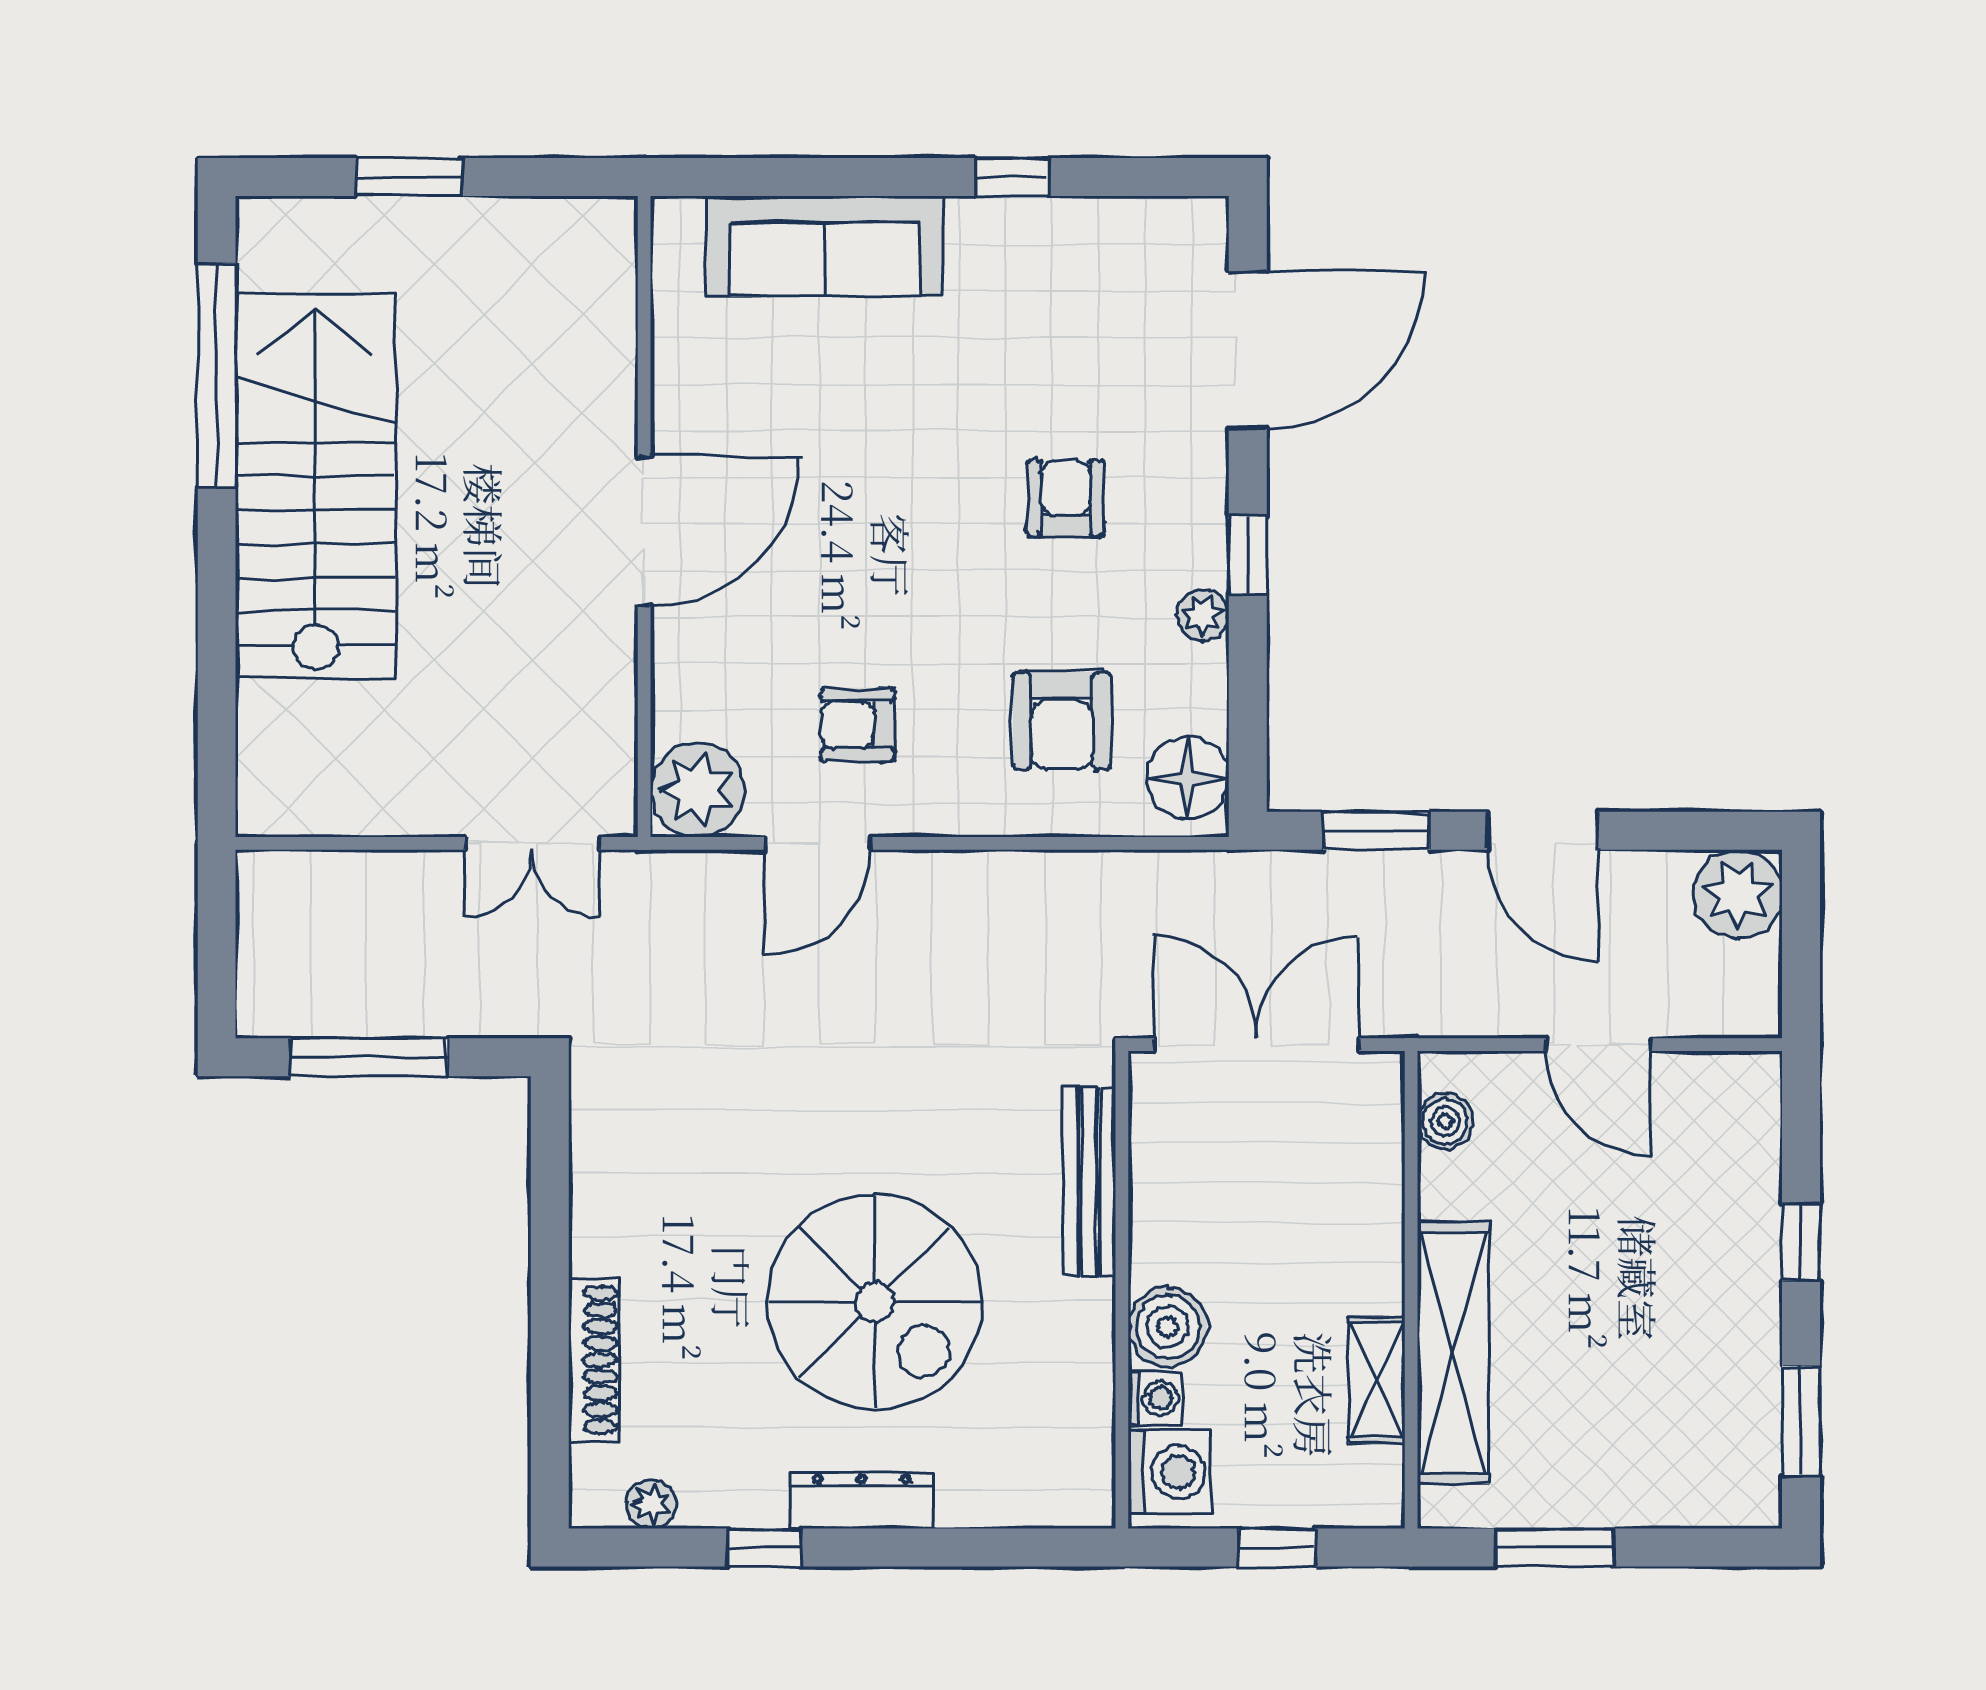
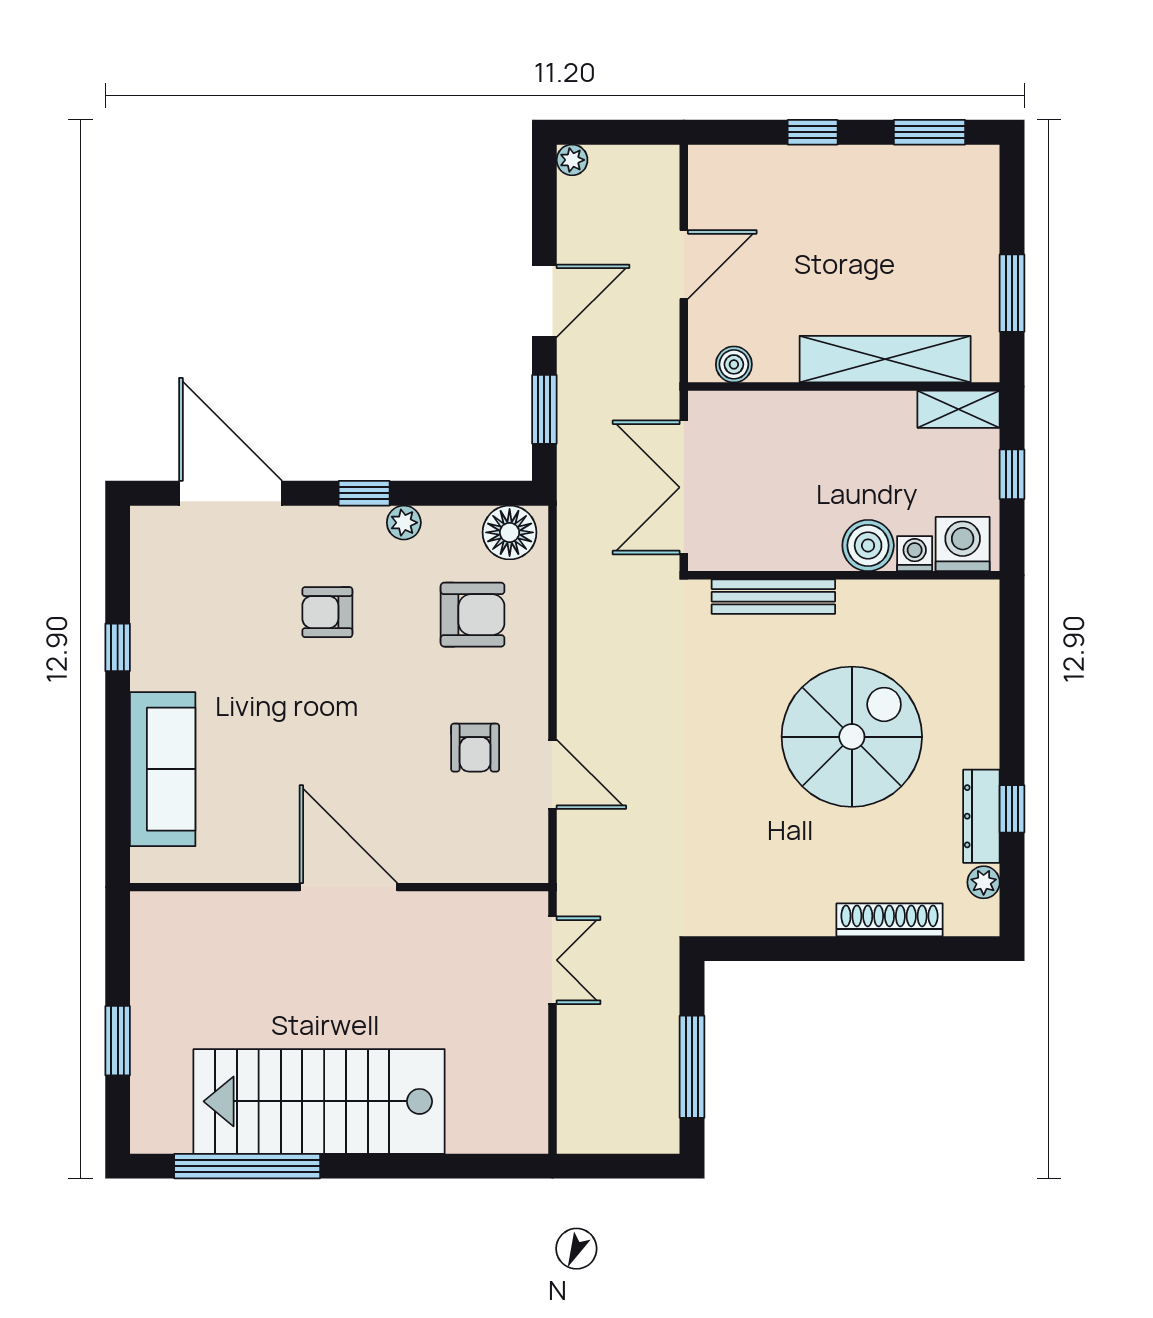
plant: (698, 790) -> (518, 852), removed
plant: (1738, 894) -> (572, 160), width x0.53, depth x0.53
shelving: (1376, 1380) -> (959, 409), moved
dresser: (862, 1501) -> (981, 816), moved

